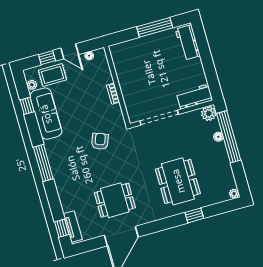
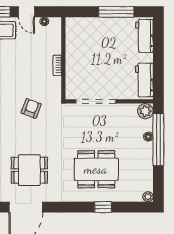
workbench: (194, 97) -> (144, 80), moved, turned -90
dining table: (178, 181) -> (96, 169), turned 90

